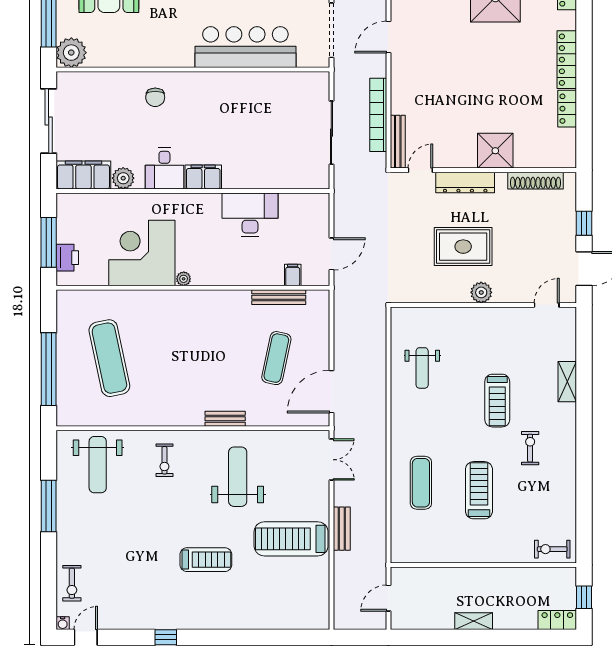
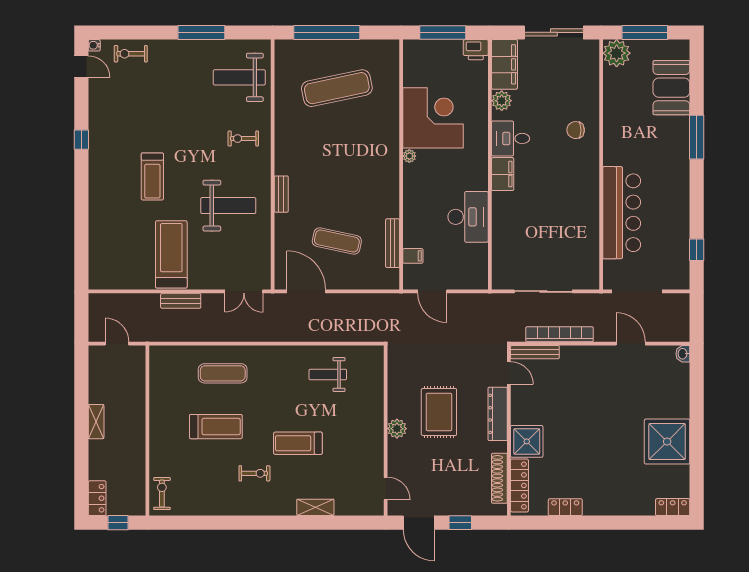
locker: (567, 60) -> (519, 485), moved, turned 90
printer: (67, 258) -> (476, 50), moved

